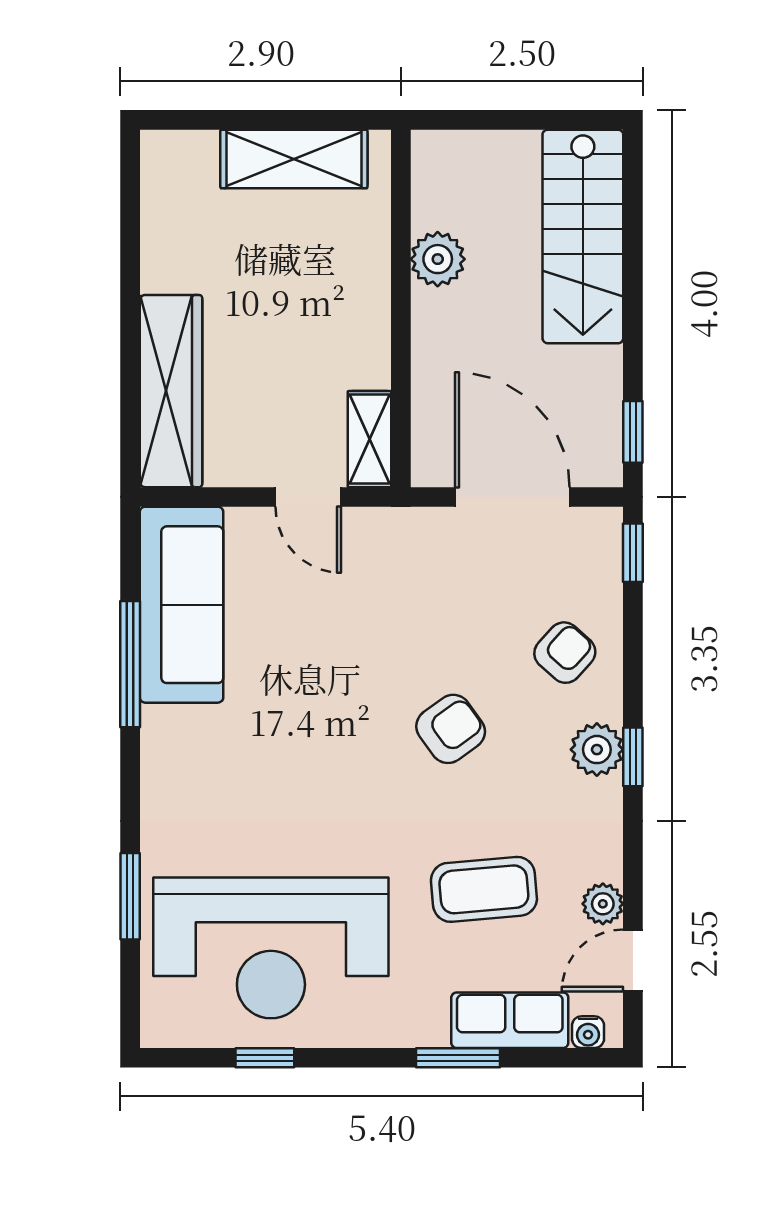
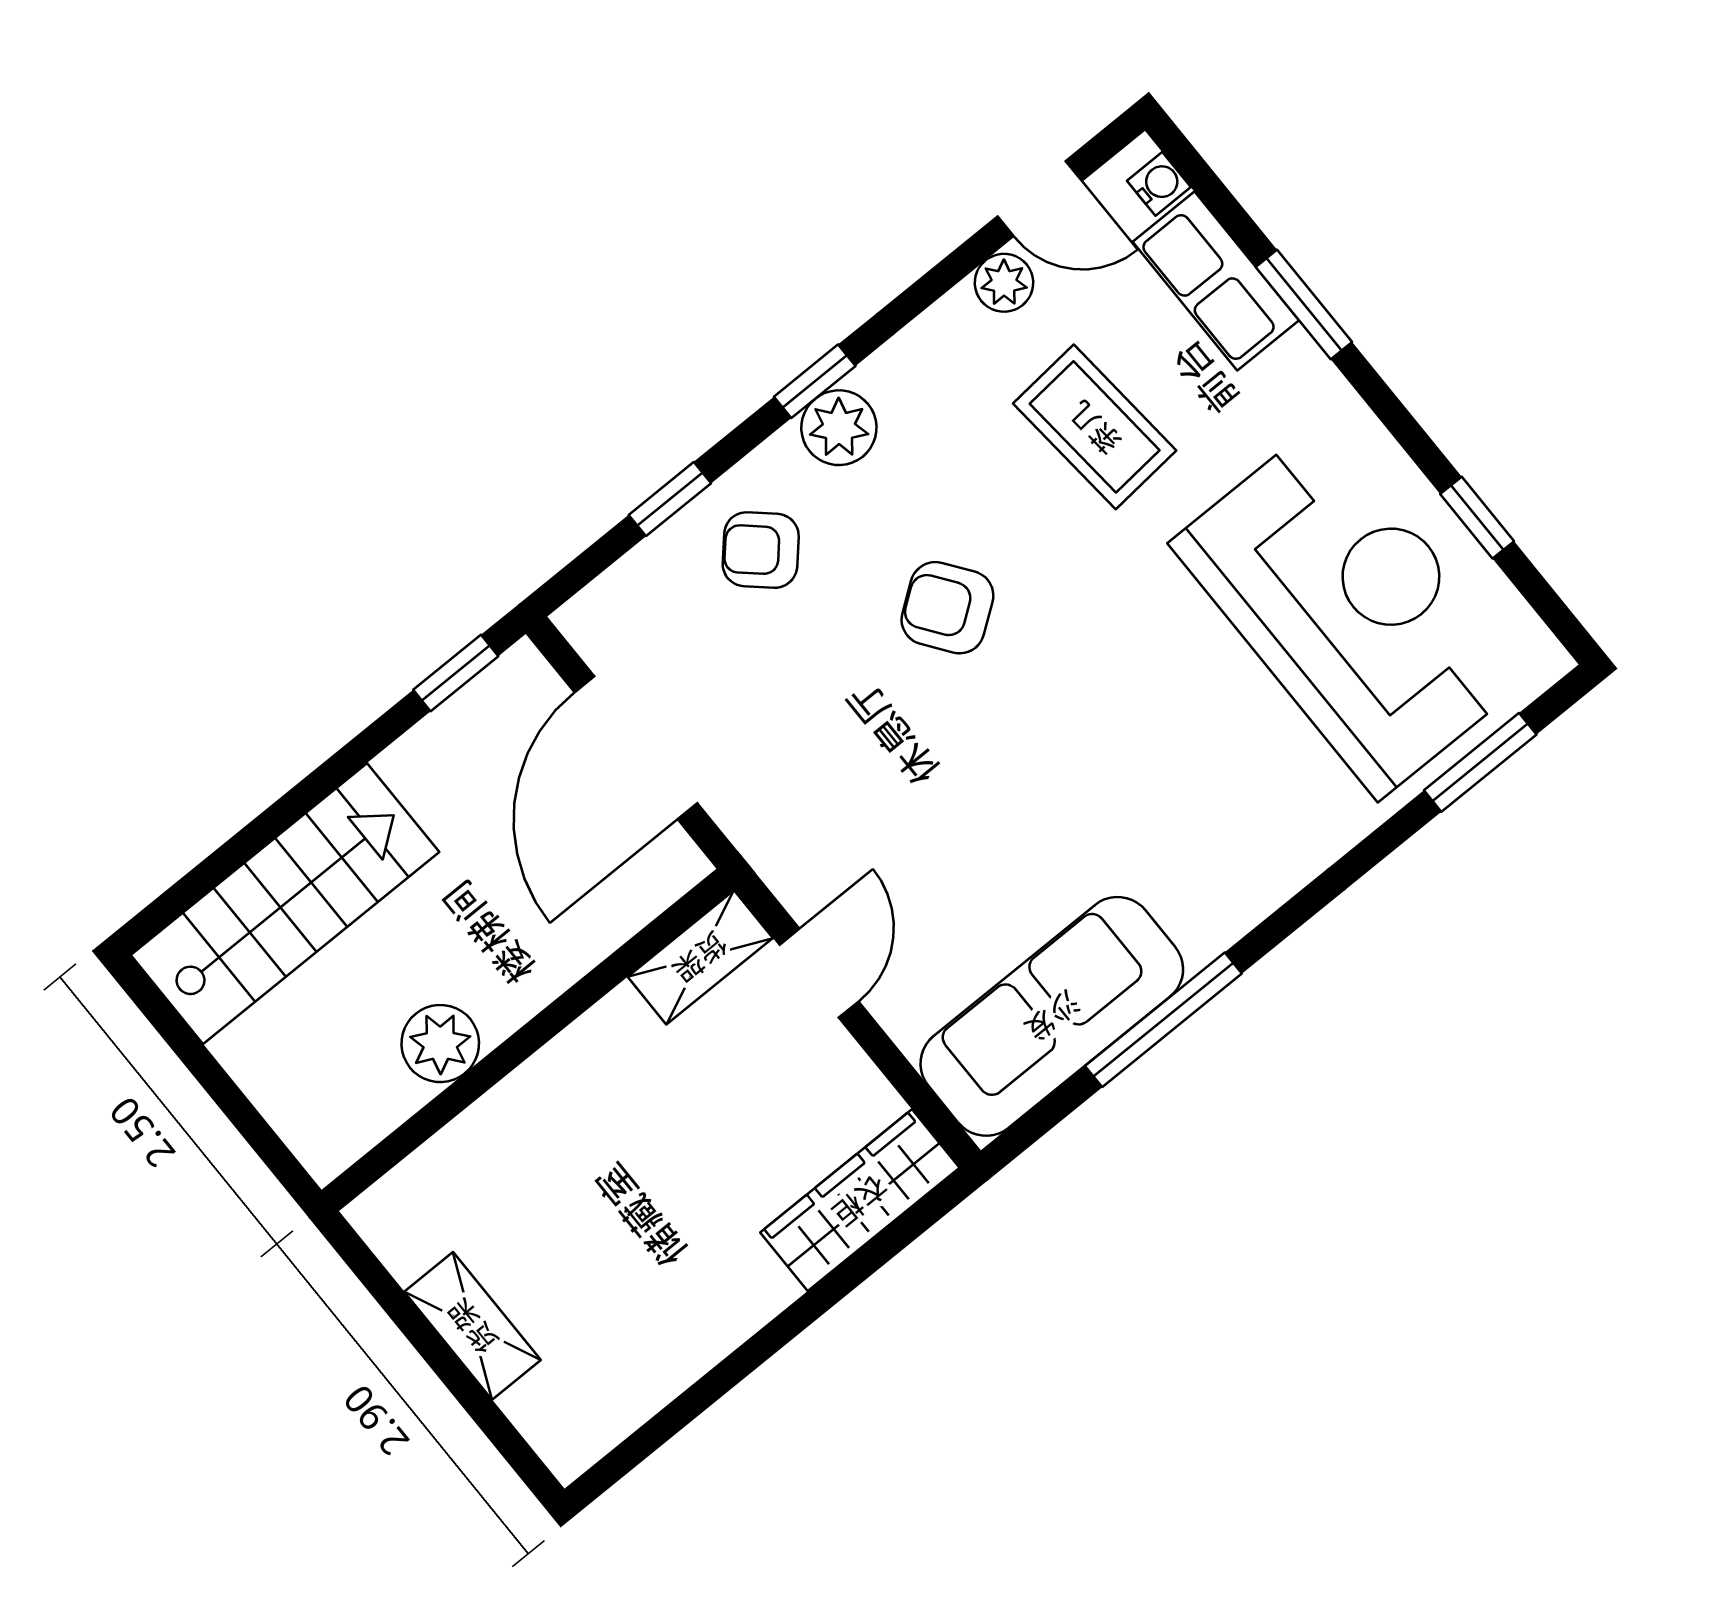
shelving: (294, 159) -> (473, 1326), width x0.67, depth x0.75
wardrobe: (171, 391) -> (860, 1200), width x0.71, depth x0.85
window: (633, 553) -> (670, 499), moved
window: (130, 896) -> (1480, 762), moved

